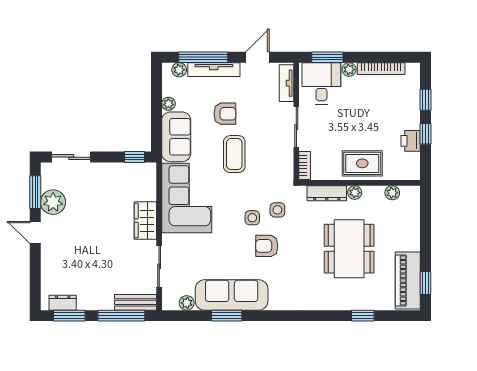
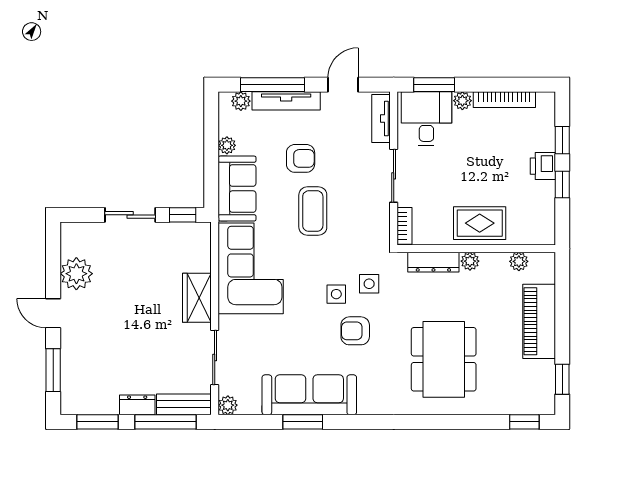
printer: (411, 141) -> (543, 166), moved
sliding door: (71, 157) -> (130, 215), moved
window: (35, 192) -> (53, 370), moved
dining table: (349, 249) -> (444, 359), moved
piano: (408, 280) -> (539, 321), moved
dresser: (63, 303) -> (137, 405), moved
plant: (187, 303) -> (228, 405), moved
window: (363, 316) -> (524, 422), moved

